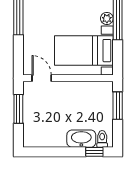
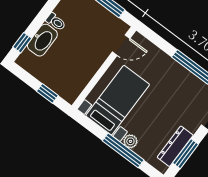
window: (118, 106) -> (47, 93), width x0.67
toilet: (102, 139) -> (56, 22), moved

